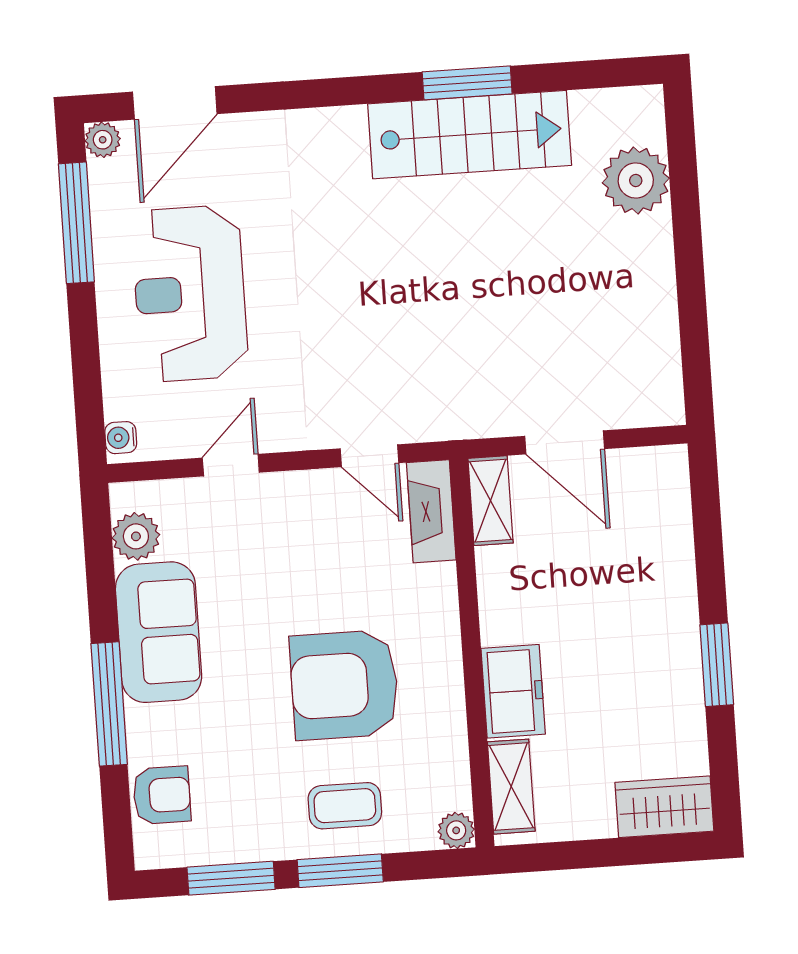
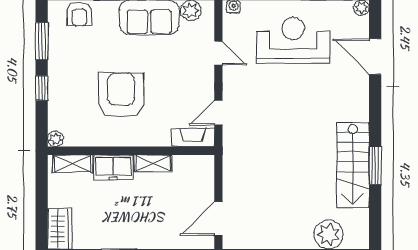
door: (175, 103) -> (375, 57), moved
door: (565, 442) -> (218, 218), moved
shelving: (491, 501) -> (153, 163), moved
coffee table: (345, 806) -> (69, 92), removed
window: (340, 871) -> (42, 88), width x0.67

